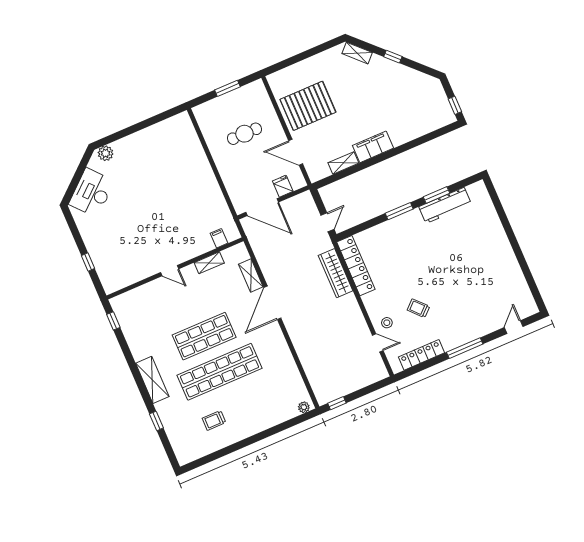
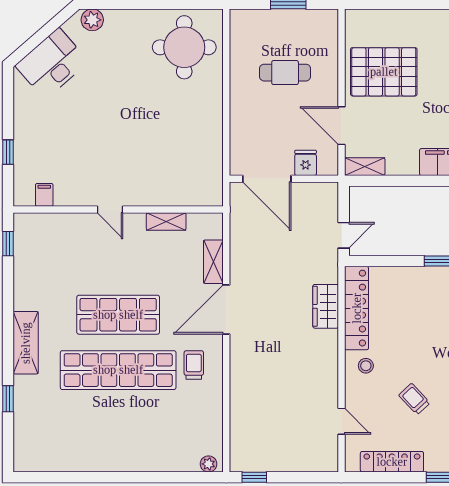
round table: (172, 145) -> (184, 47), added
shelving: (343, 163) -> (365, 167), moved
filing cabinet: (219, 238) -> (44, 195), moved
wardrobe: (336, 273) -> (326, 306), width x0.67
stool: (387, 323) -> (366, 366), moved
trolley: (214, 420) -> (194, 365), moved, turned 90

